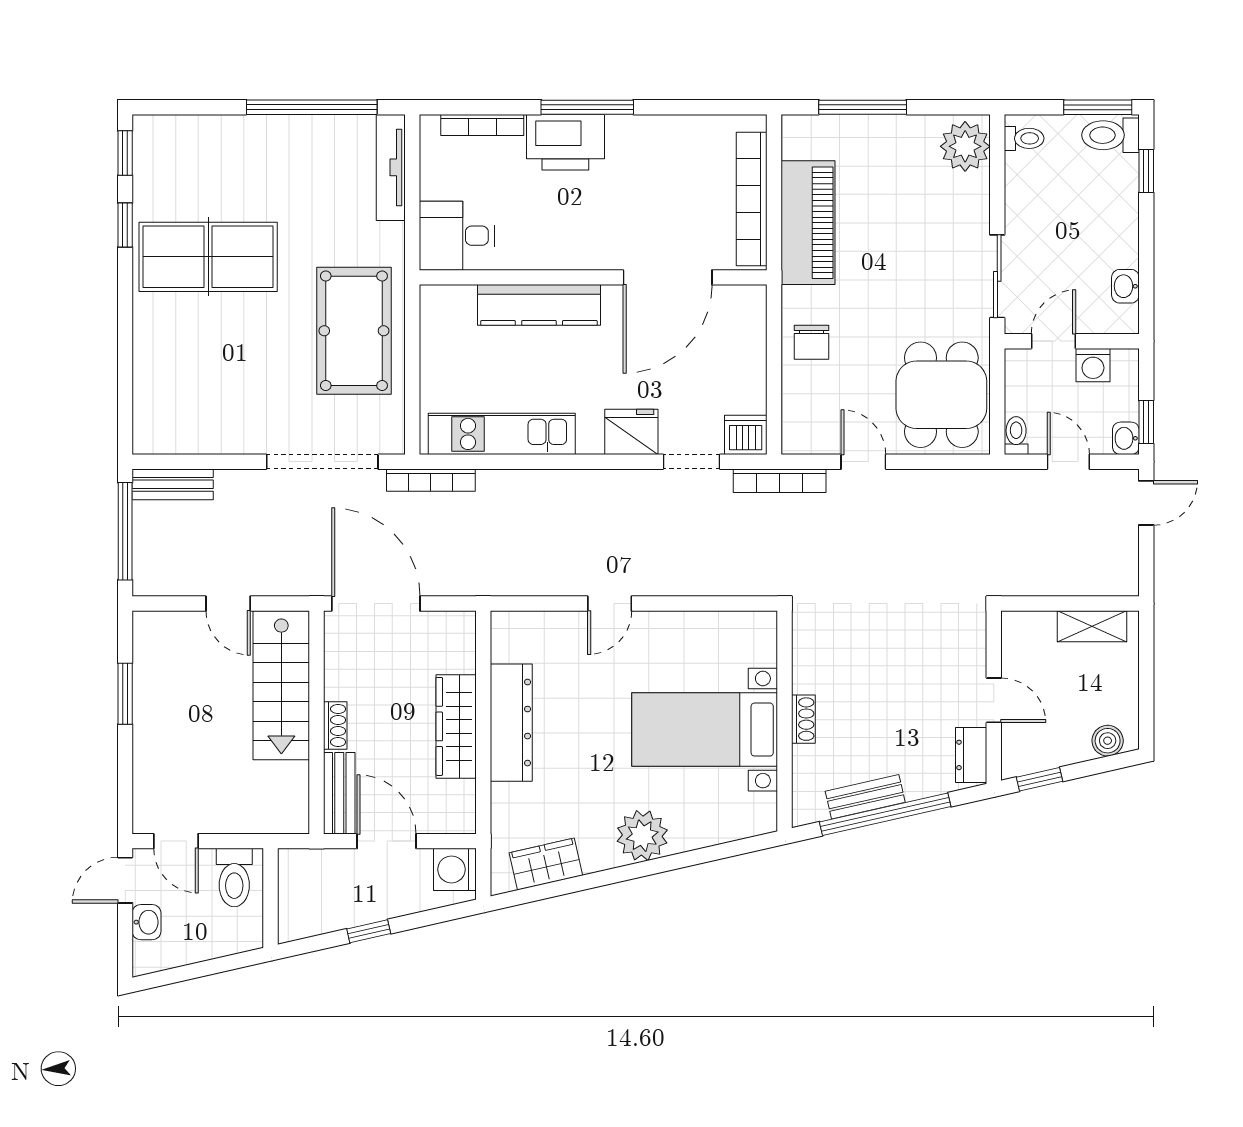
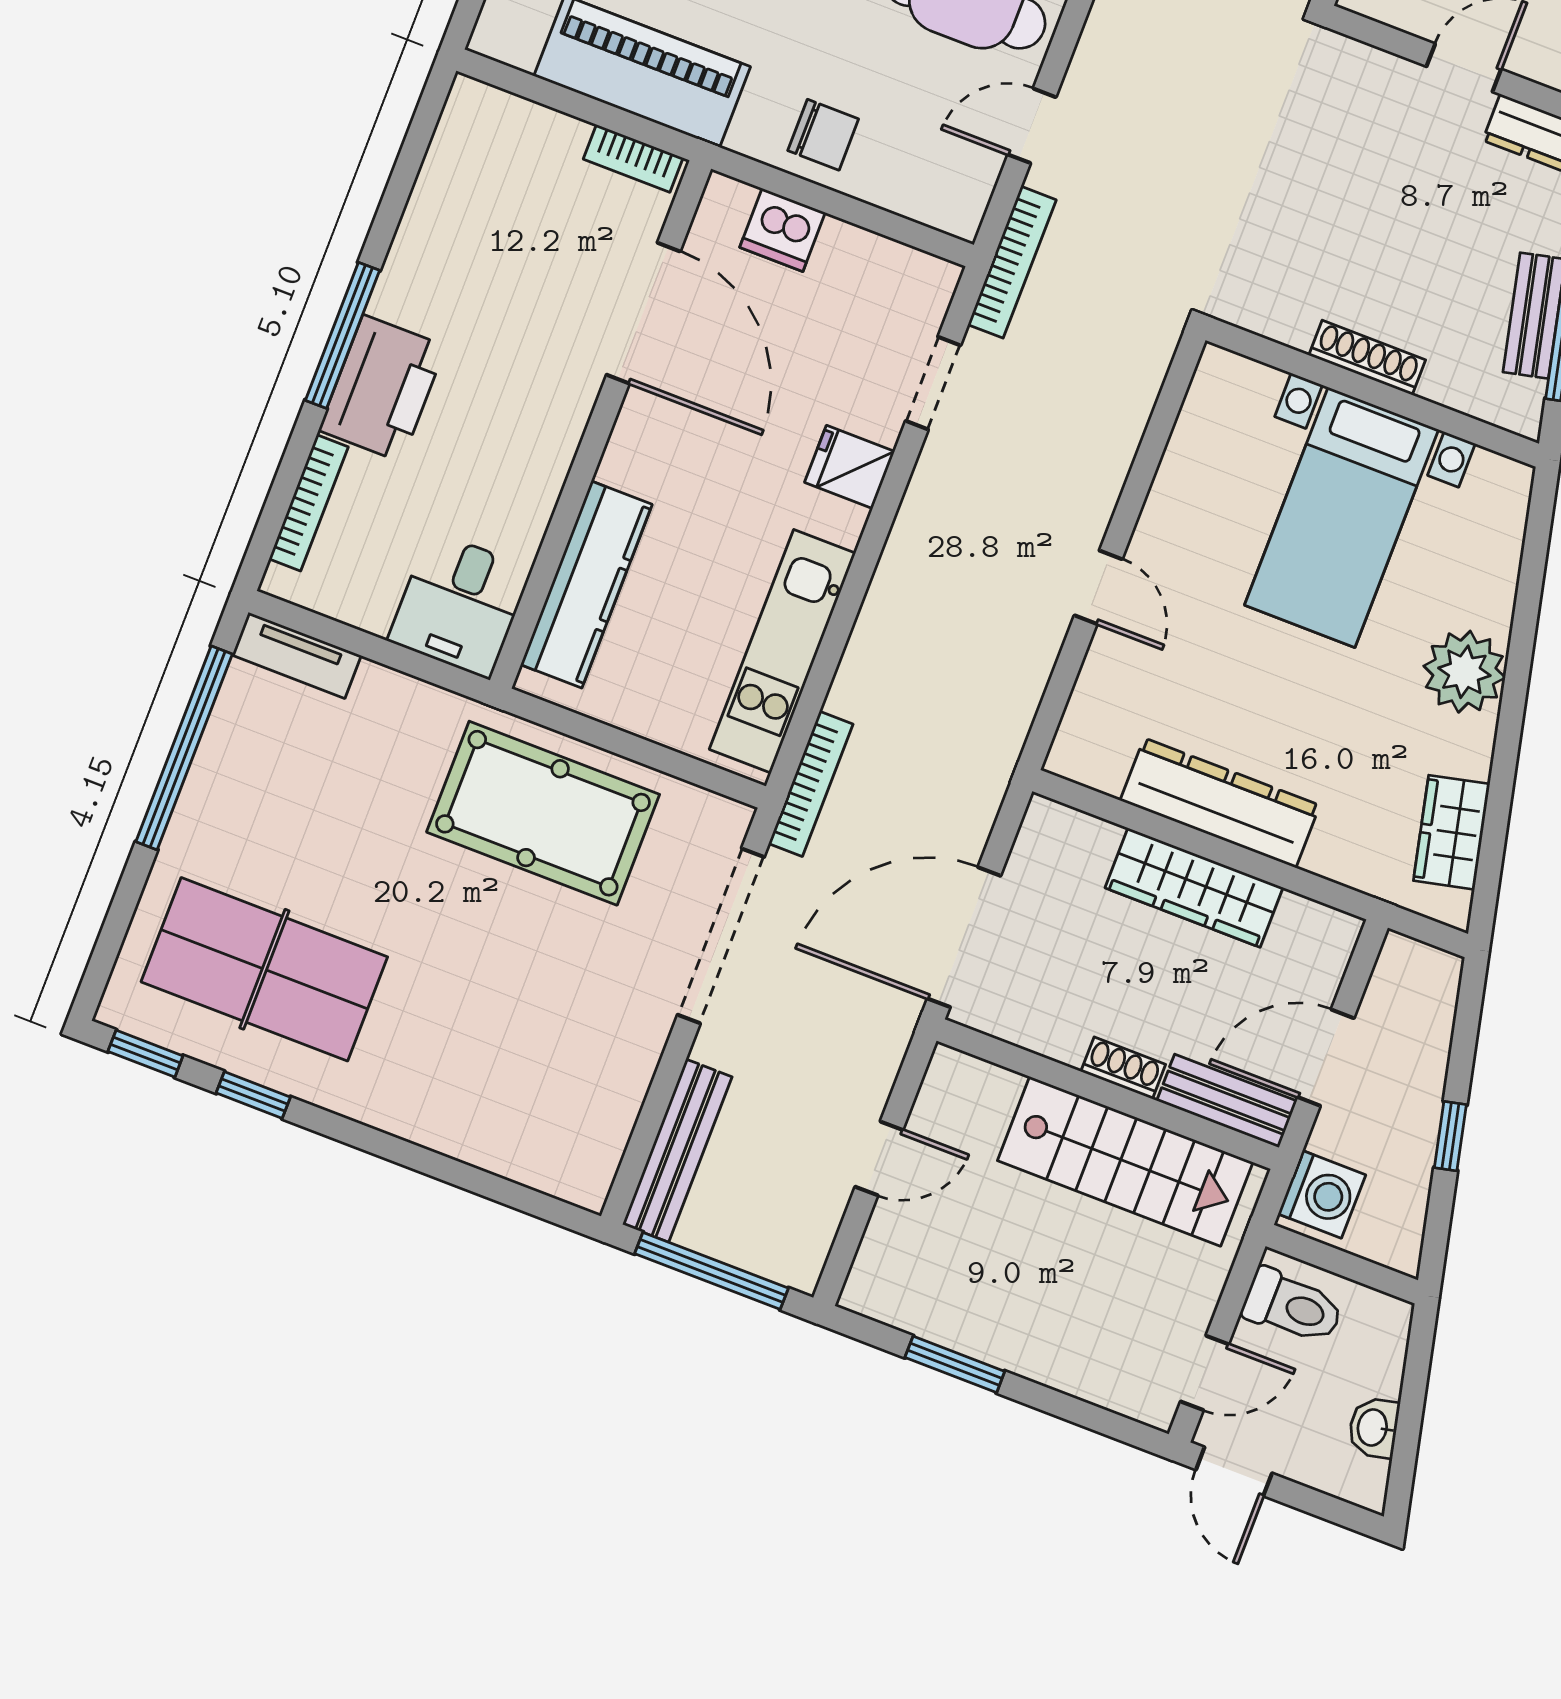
tv unit: (391, 167) -> (297, 655), width x0.71
bookcase: (752, 199) -> (633, 158), width x0.43, depth x0.76
table tennis table: (208, 257) -> (264, 969), moved, turned 90
kitchen counter: (539, 305) -> (586, 585), moved
fridge: (631, 432) -> (850, 467), width x0.72
dishwasher: (746, 435) -> (783, 230), moved, turned -90
bench: (173, 484) -> (677, 1151), width x1.36
stairs: (281, 685) -> (1125, 1161), moved
shoe rack: (803, 719) -> (1367, 358), width x1.43
washing machine: (455, 869) -> (1322, 1194), moved, turned -90
washbasin: (146, 922) -> (1374, 1428), moved, turned -103

